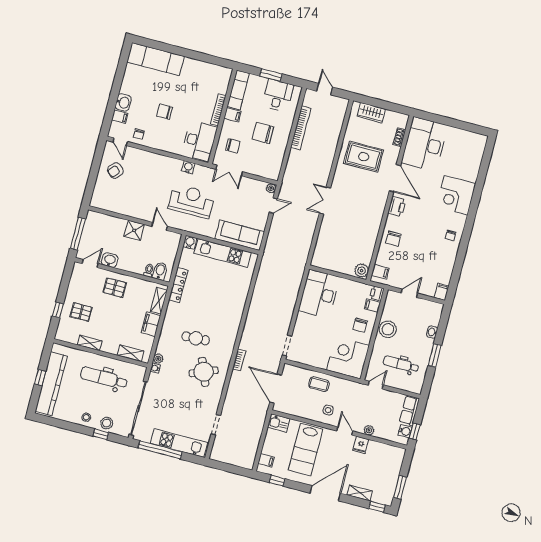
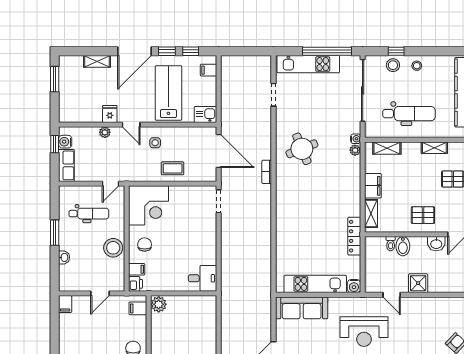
bidet: (160, 271) -> (403, 246), moved
desk: (319, 294) -> (202, 278), width x0.53, depth x0.77
cafe table: (196, 338) -> (320, 183), removed
window: (377, 507) -> (167, 51), moved

